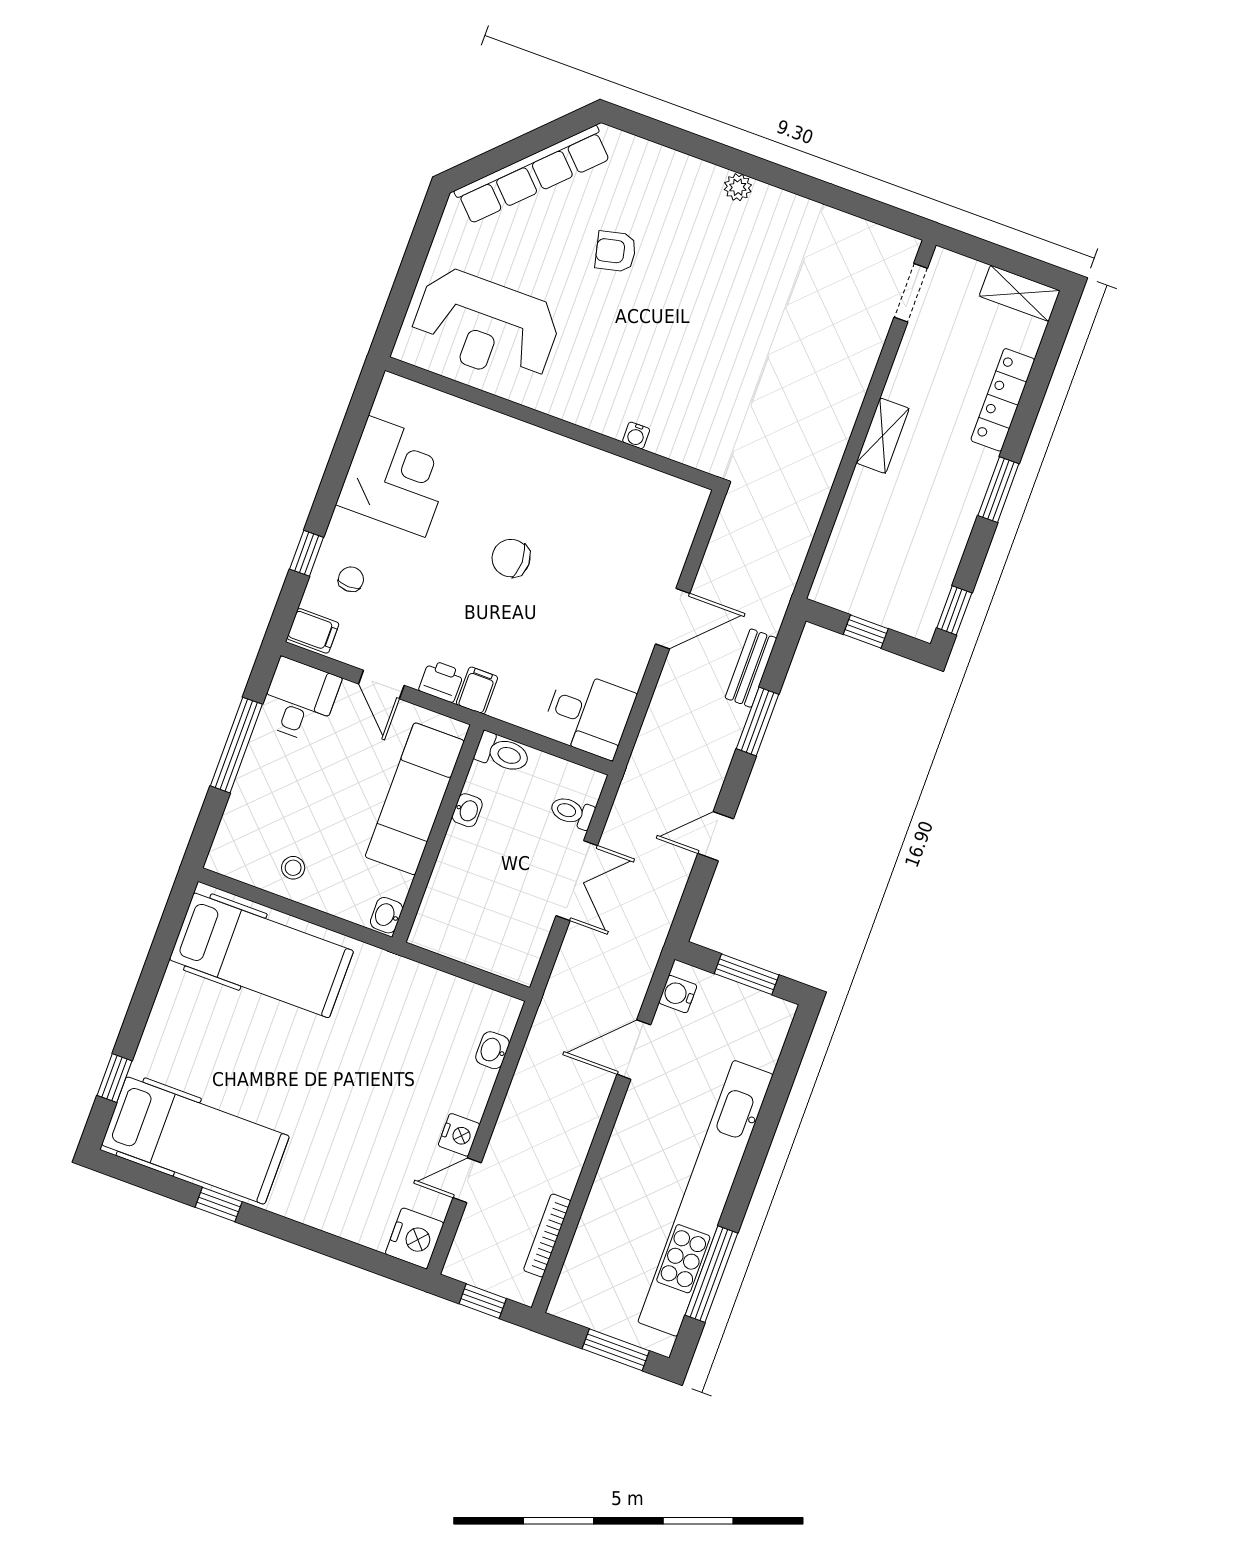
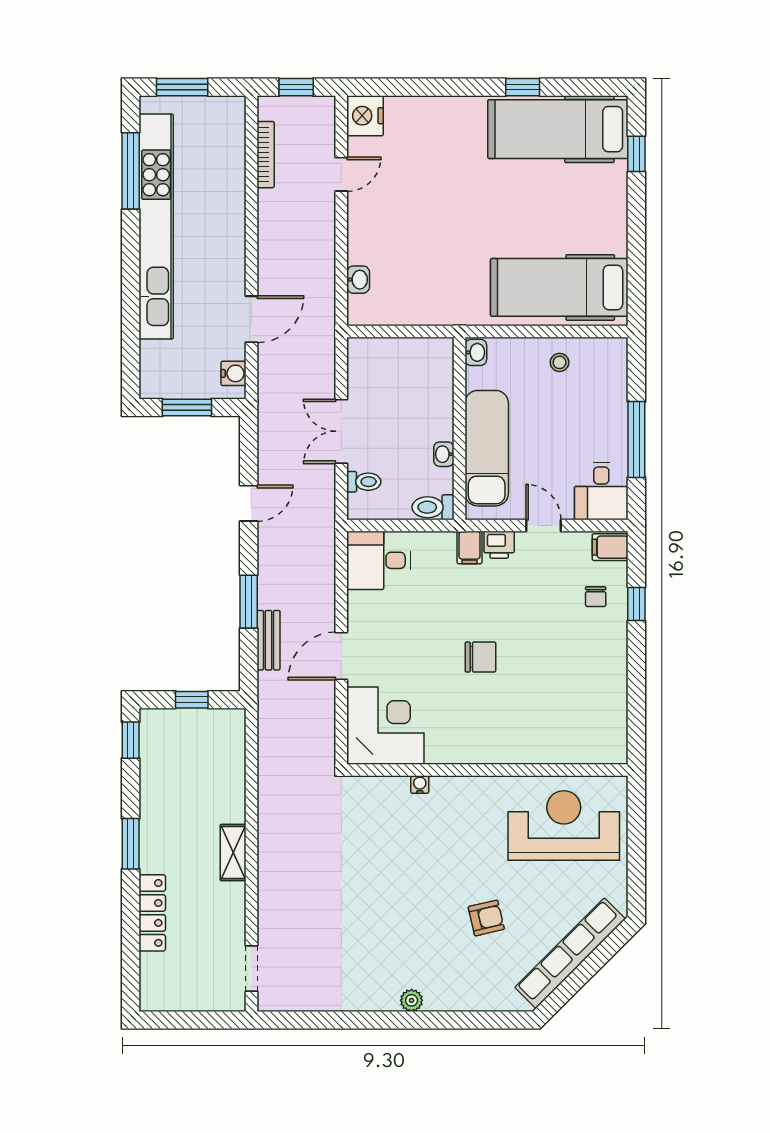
shelving: (1020, 293) -> (169, 998), removed
corner desk: (397, 476) -> (385, 725), moved, turned 180
nightstand: (459, 1135) -> (360, 206), removed

